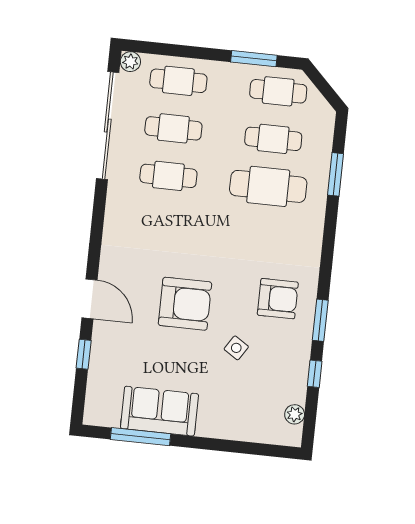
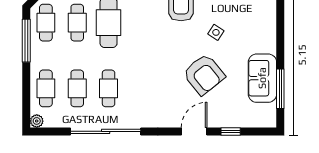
window: (254, 59) -> (26, 41), width x1.44
sliding door: (108, 126) -> (106, 131), moved
armchair: (185, 304) -> (204, 74), moved, turned 141

